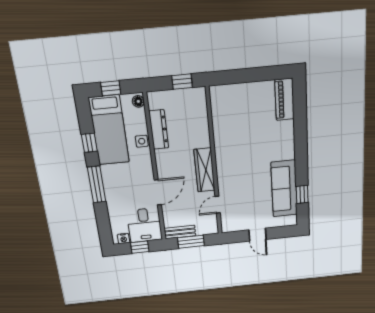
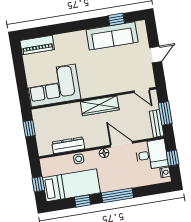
floor lamp: (138, 101) -> (104, 153), moved
corner sofa: (233, 116) -> (53, 85), added
door: (218, 205) -> (142, 90), moved

